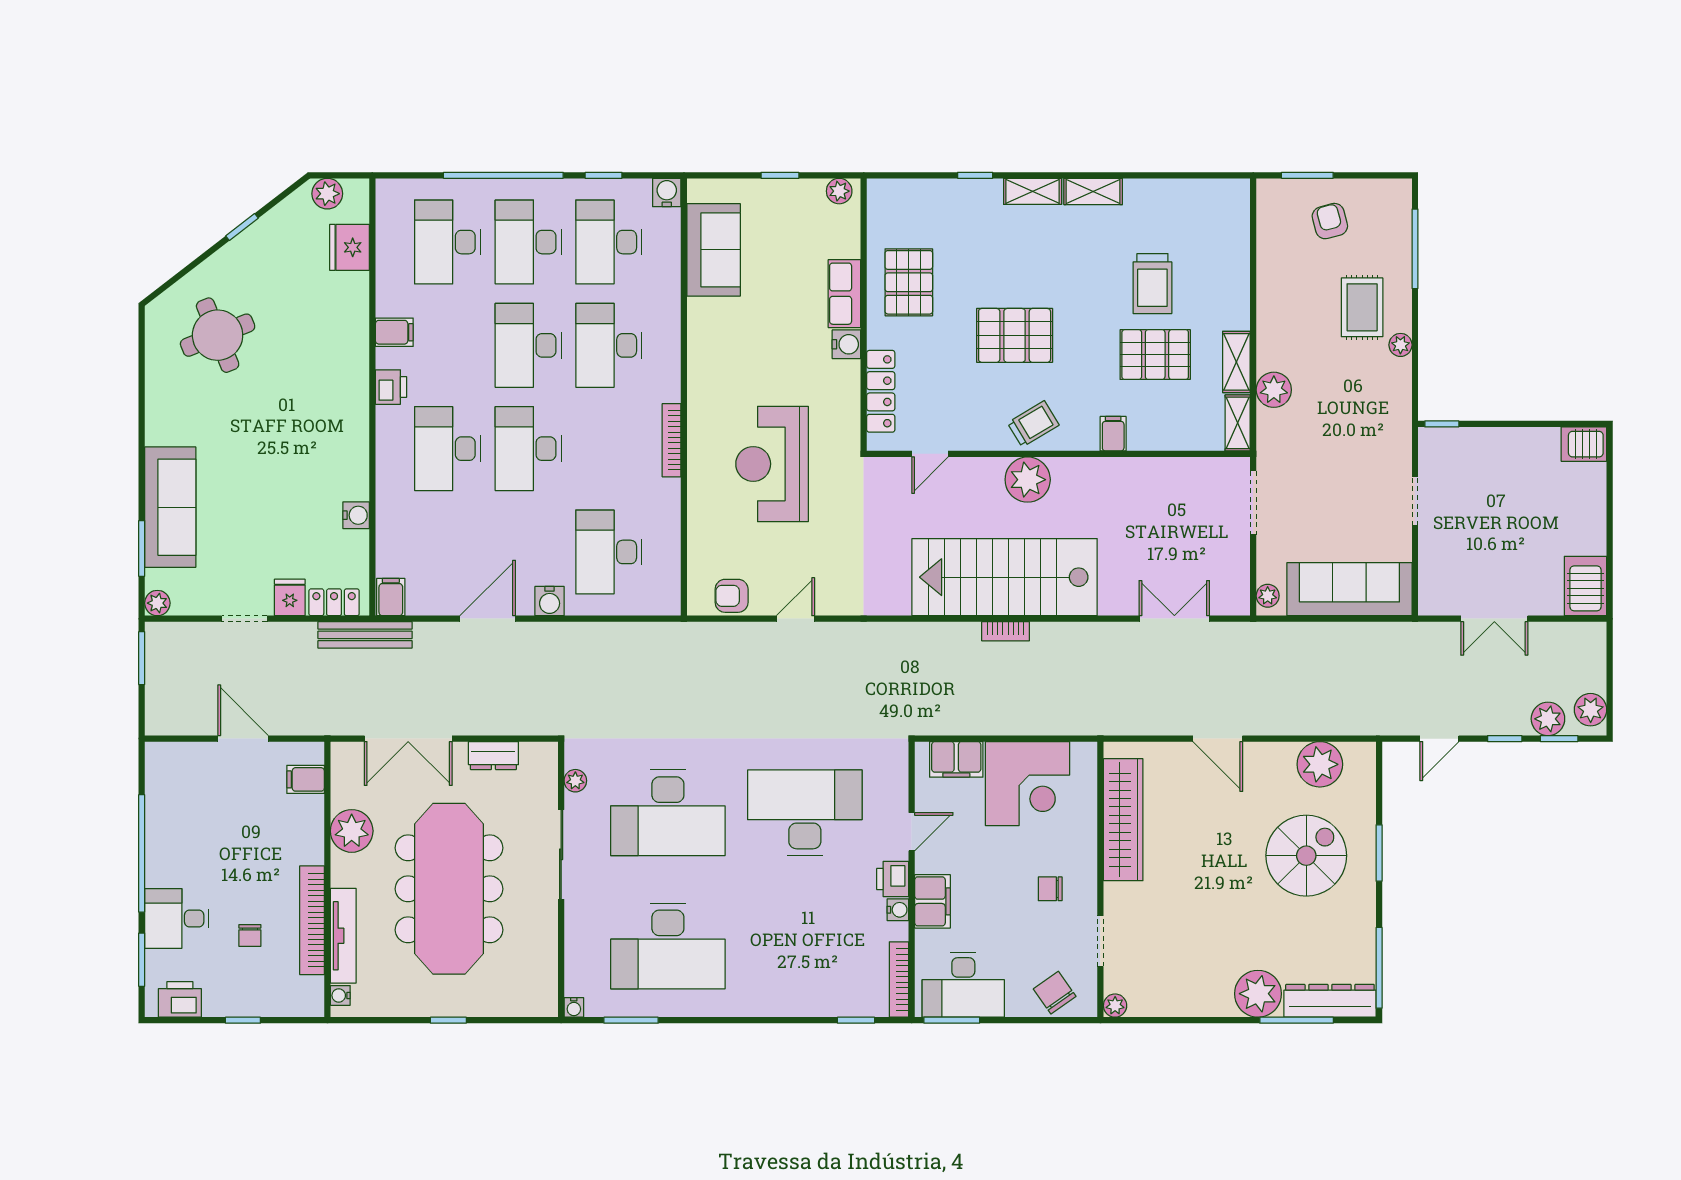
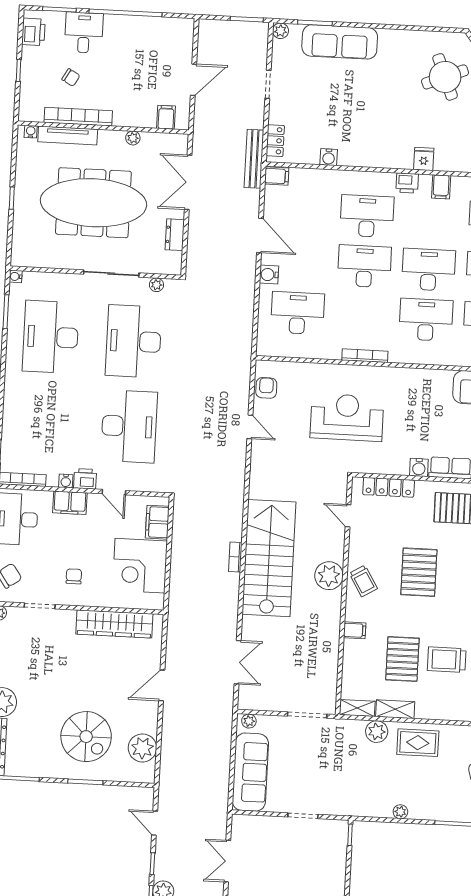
rug: (1362, 307) -> (418, 743), moved
fridge: (290, 597) -> (424, 159), moved, turned -90
plant: (352, 831) -> (133, 138), width x0.53, depth x0.53
chair: (250, 935) -> (71, 77), turned -150

